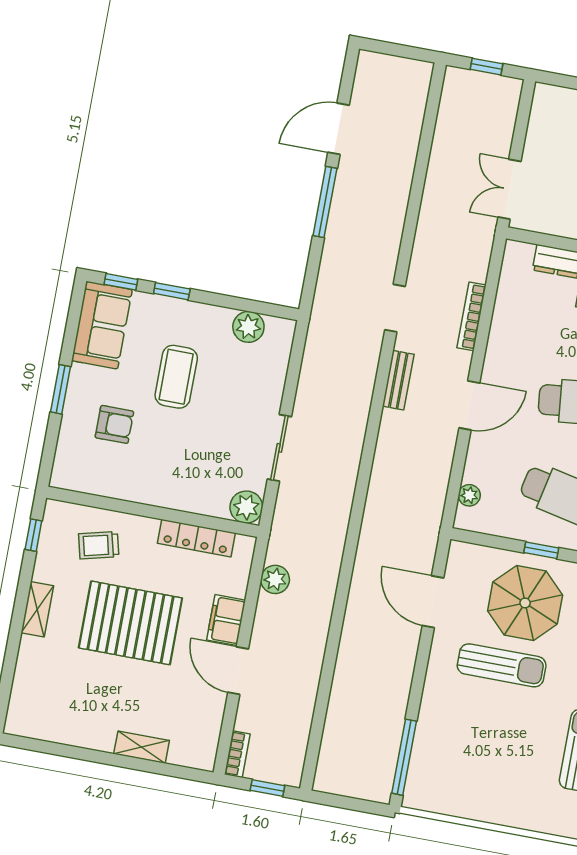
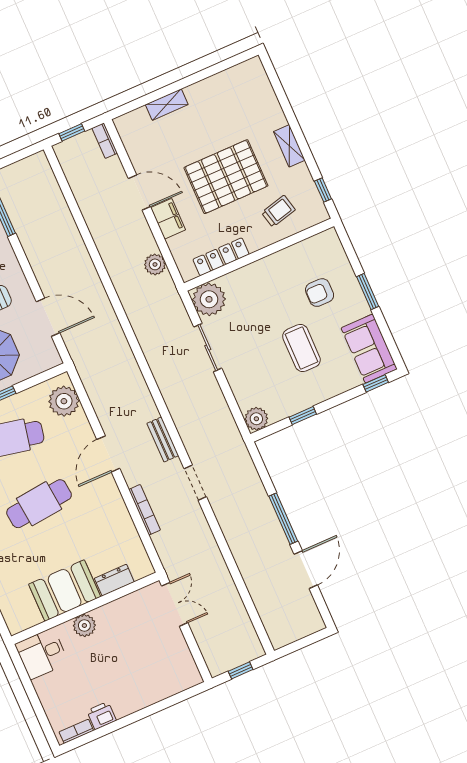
window: (172, 291) -> (303, 416), moved
plant: (248, 327) -> (256, 419), moved
plant: (469, 495) -> (64, 401), width x1.87, depth x1.87
plant: (246, 507) -> (209, 299), width x1.36, depth x1.36

